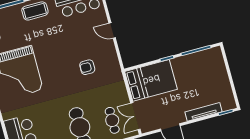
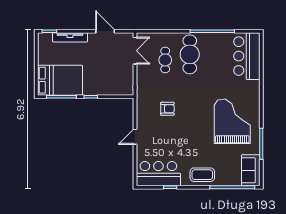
door: (112, 30) -> (135, 137), swing flipped
bed: (151, 80) -> (60, 80), moved, turned 180
cafe table: (112, 120) -> (165, 60), moved

